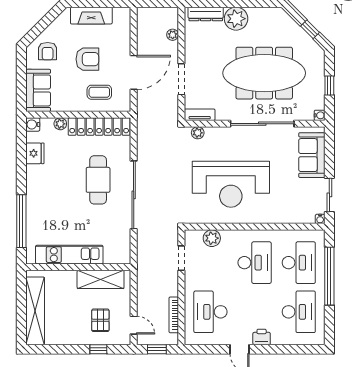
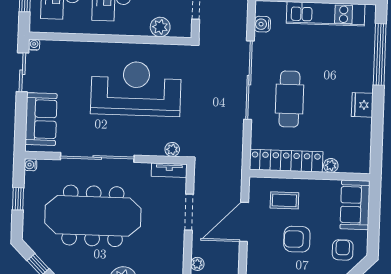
water cooler: (33, 124) -> (262, 24), moved, turned 180
fridge: (35, 153) -> (362, 105), moved

